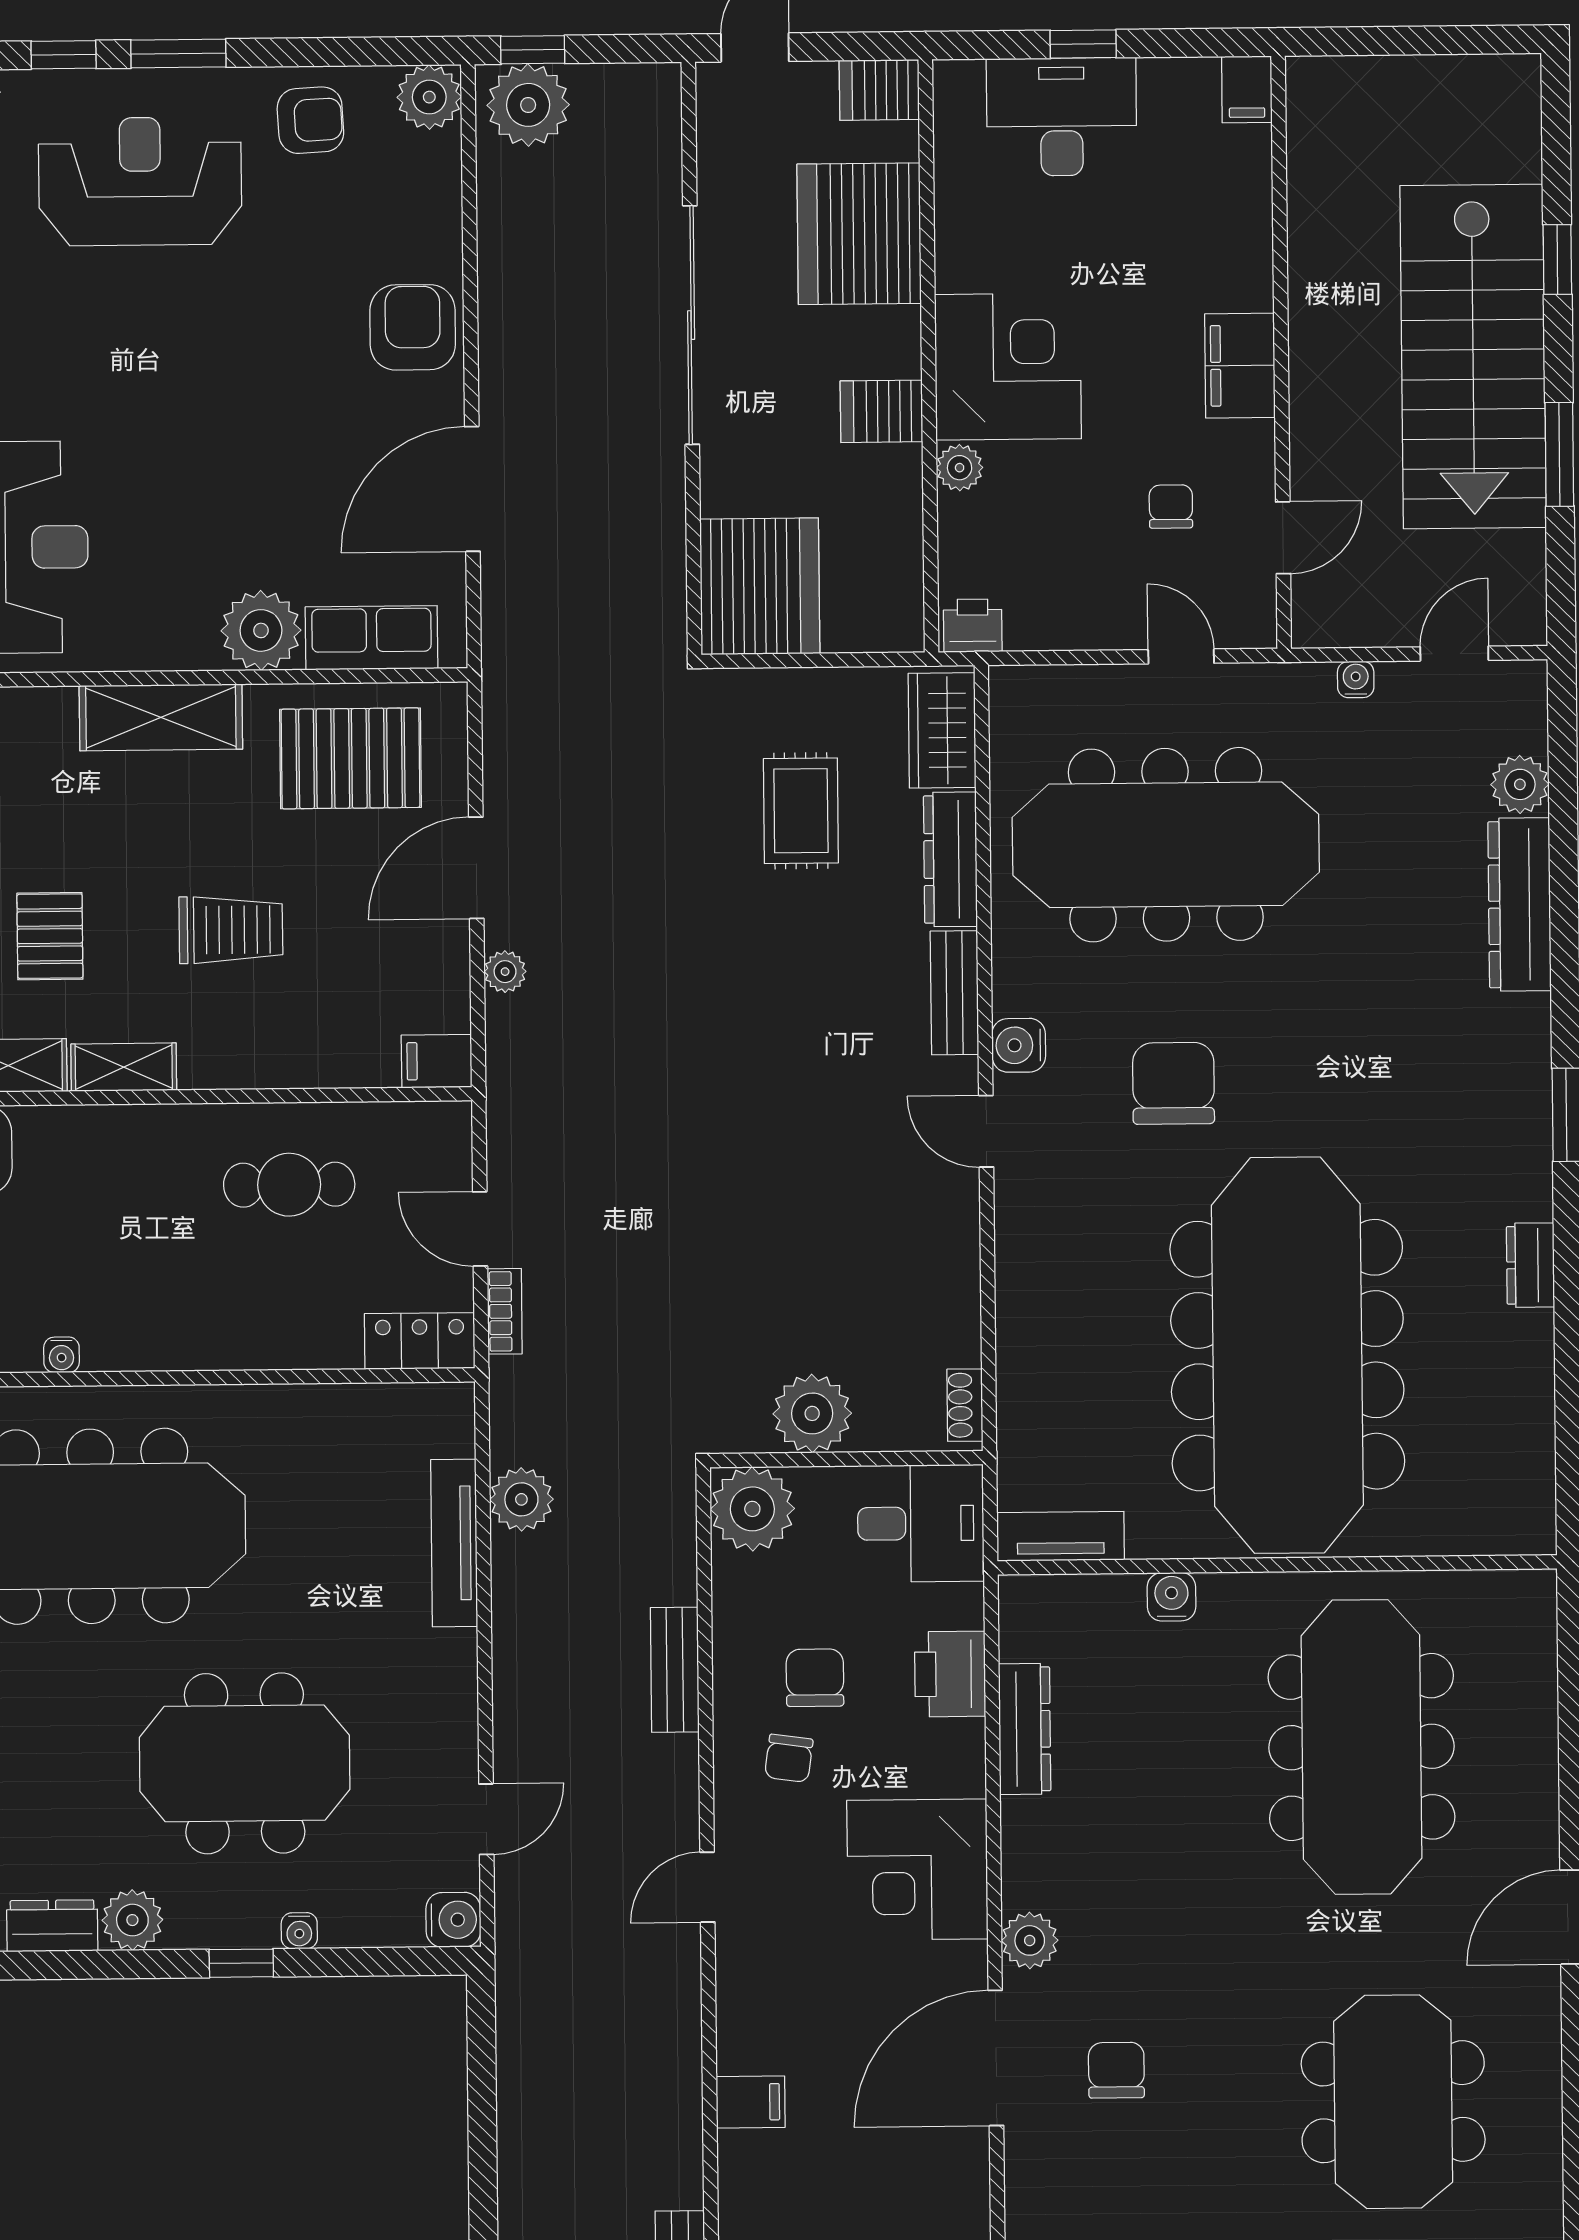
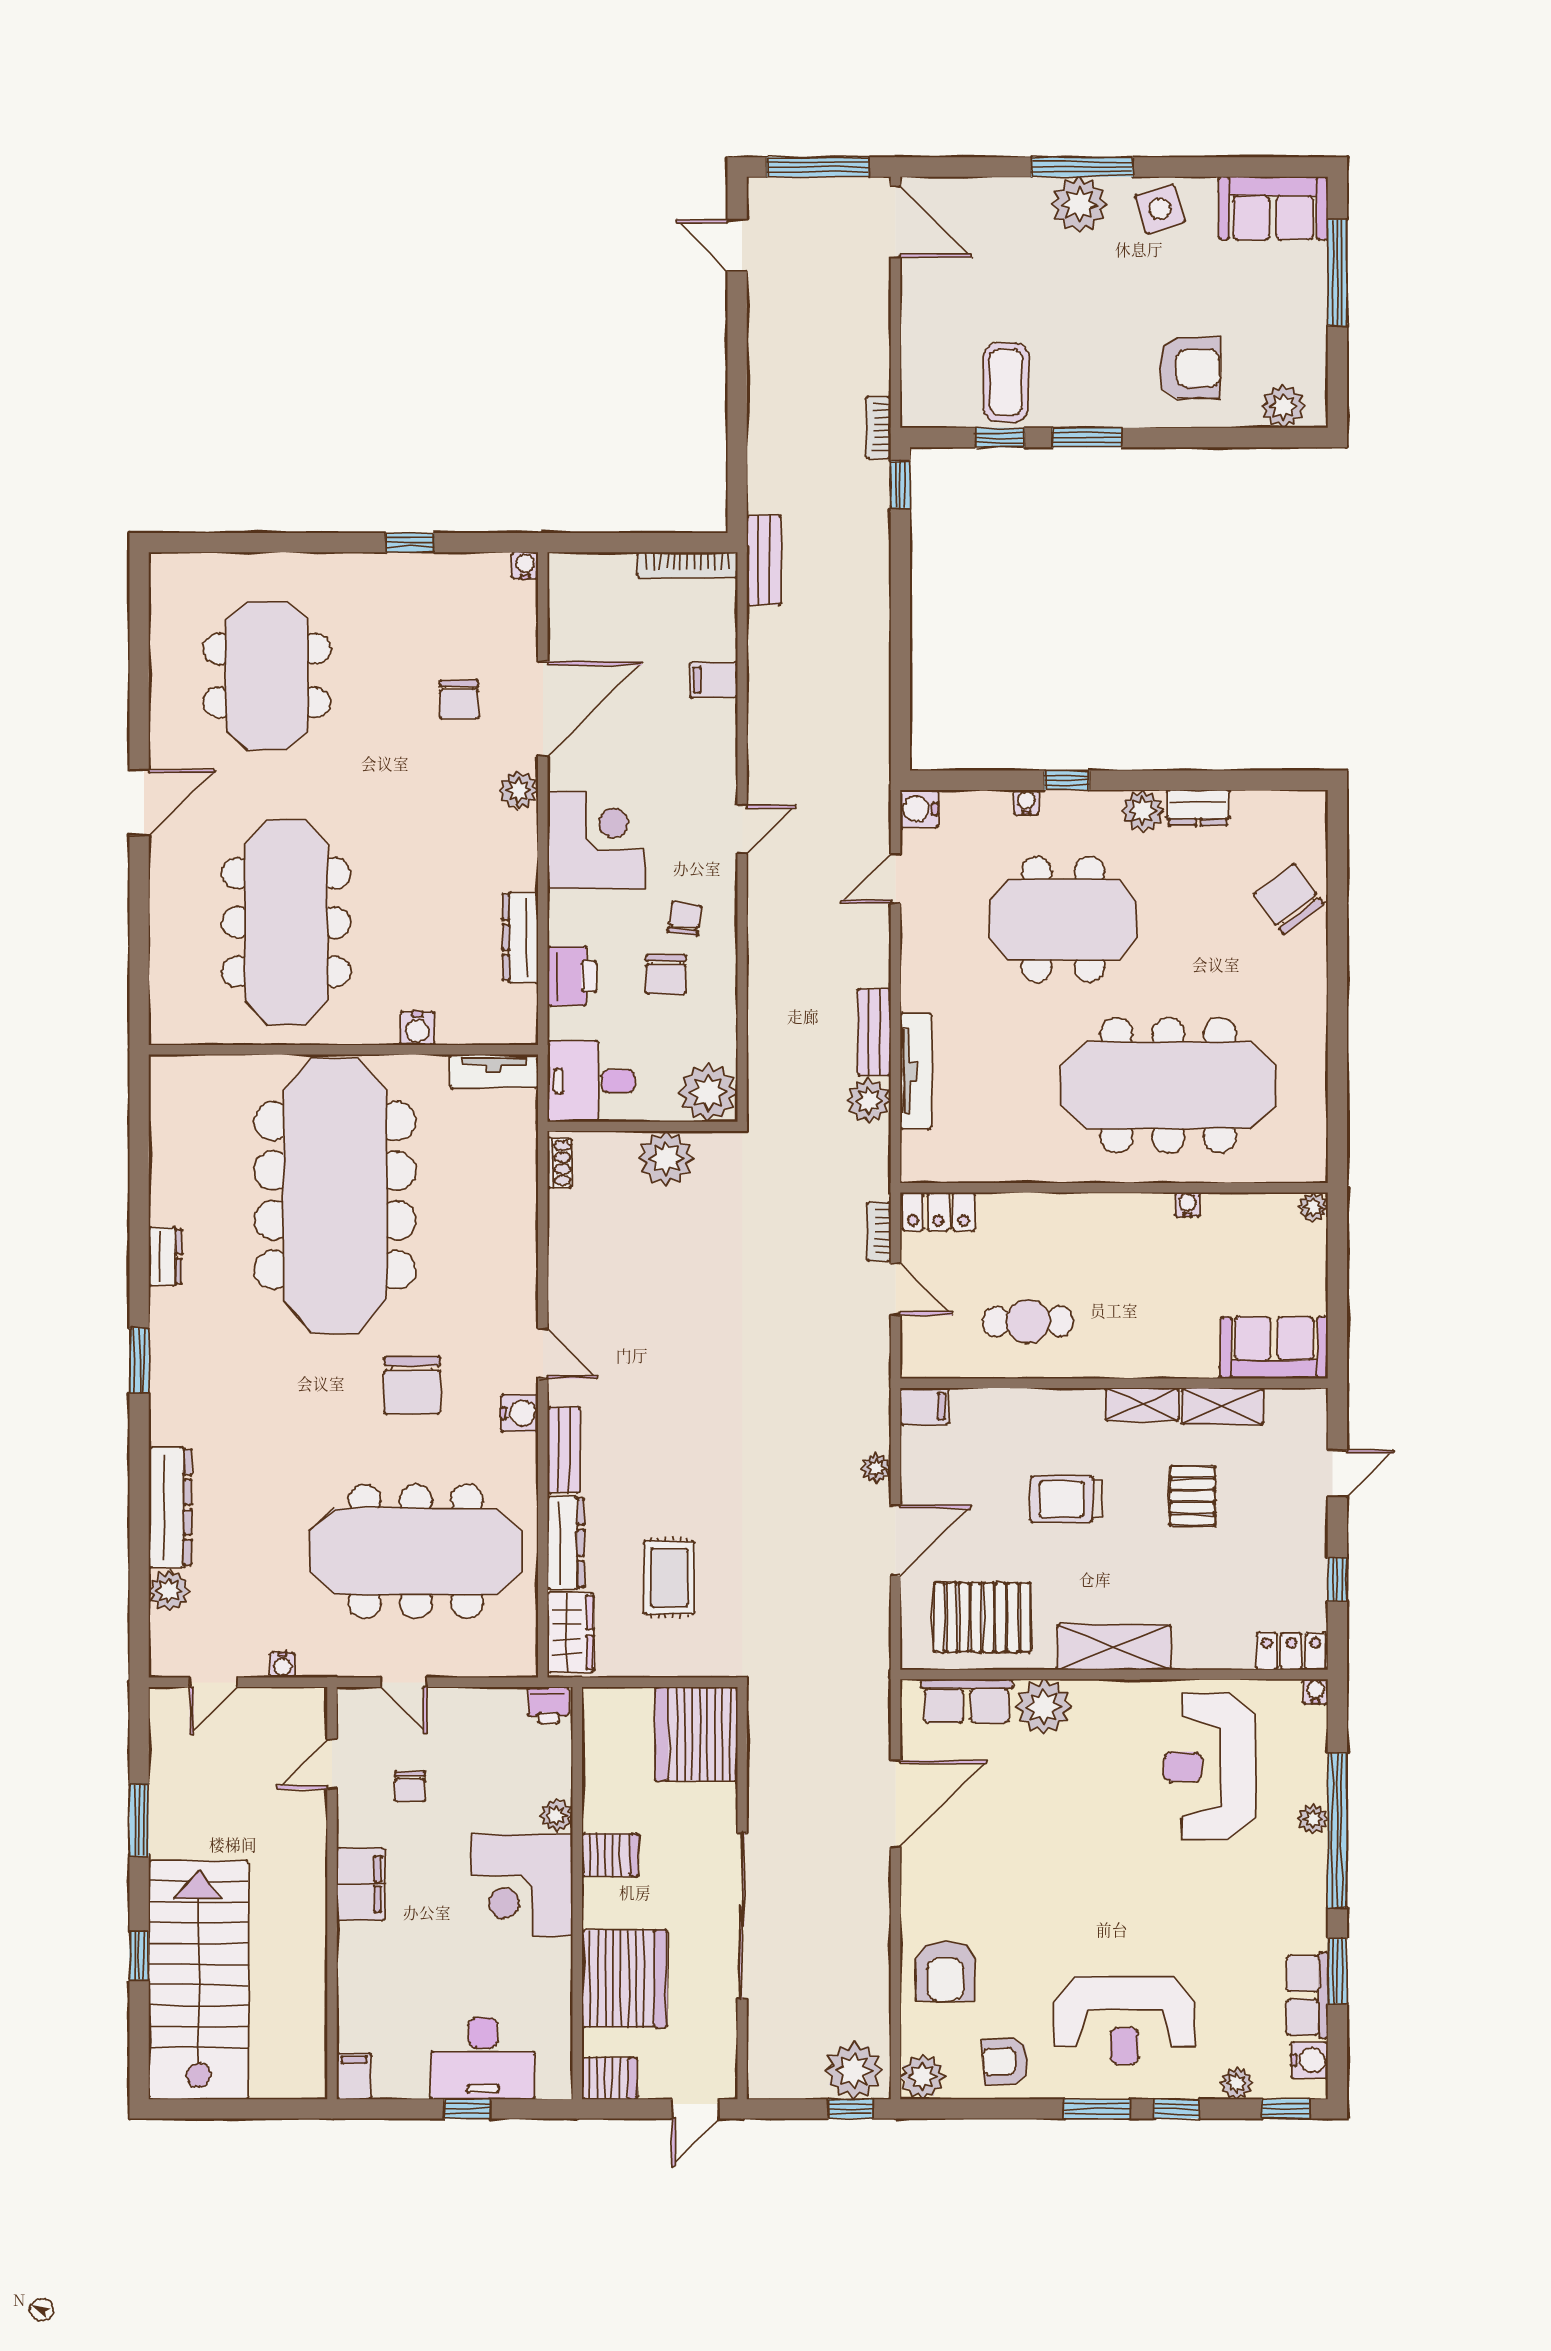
armchair: (413, 327) -> (945, 1971), moved
stairs: (1473, 356) -> (198, 1980), moved
bench: (675, 1670) -> (874, 1032), moved

